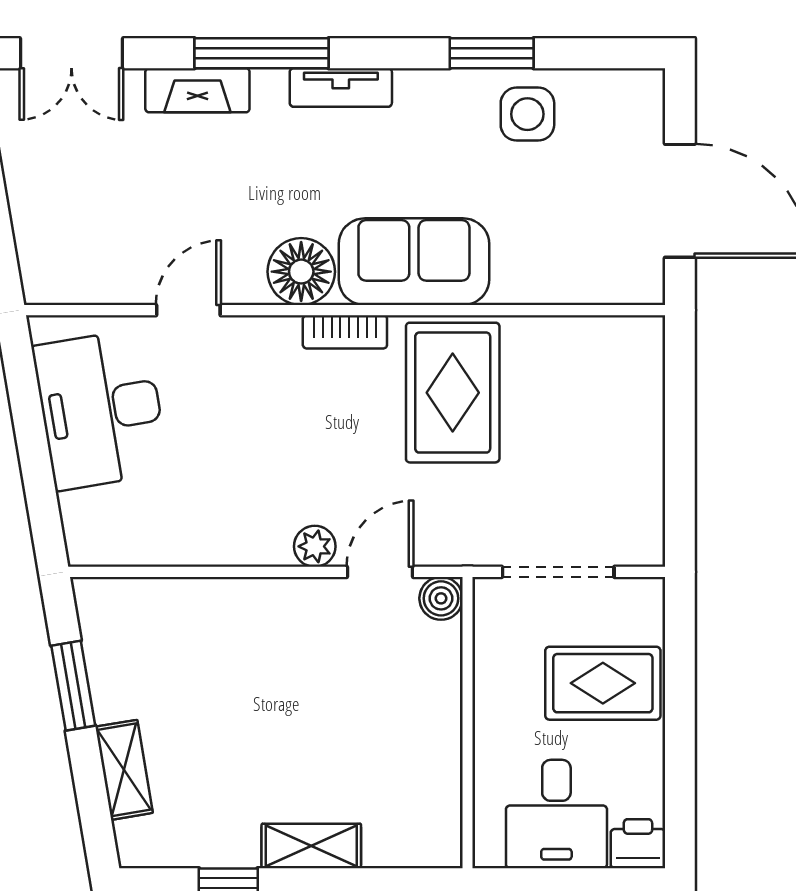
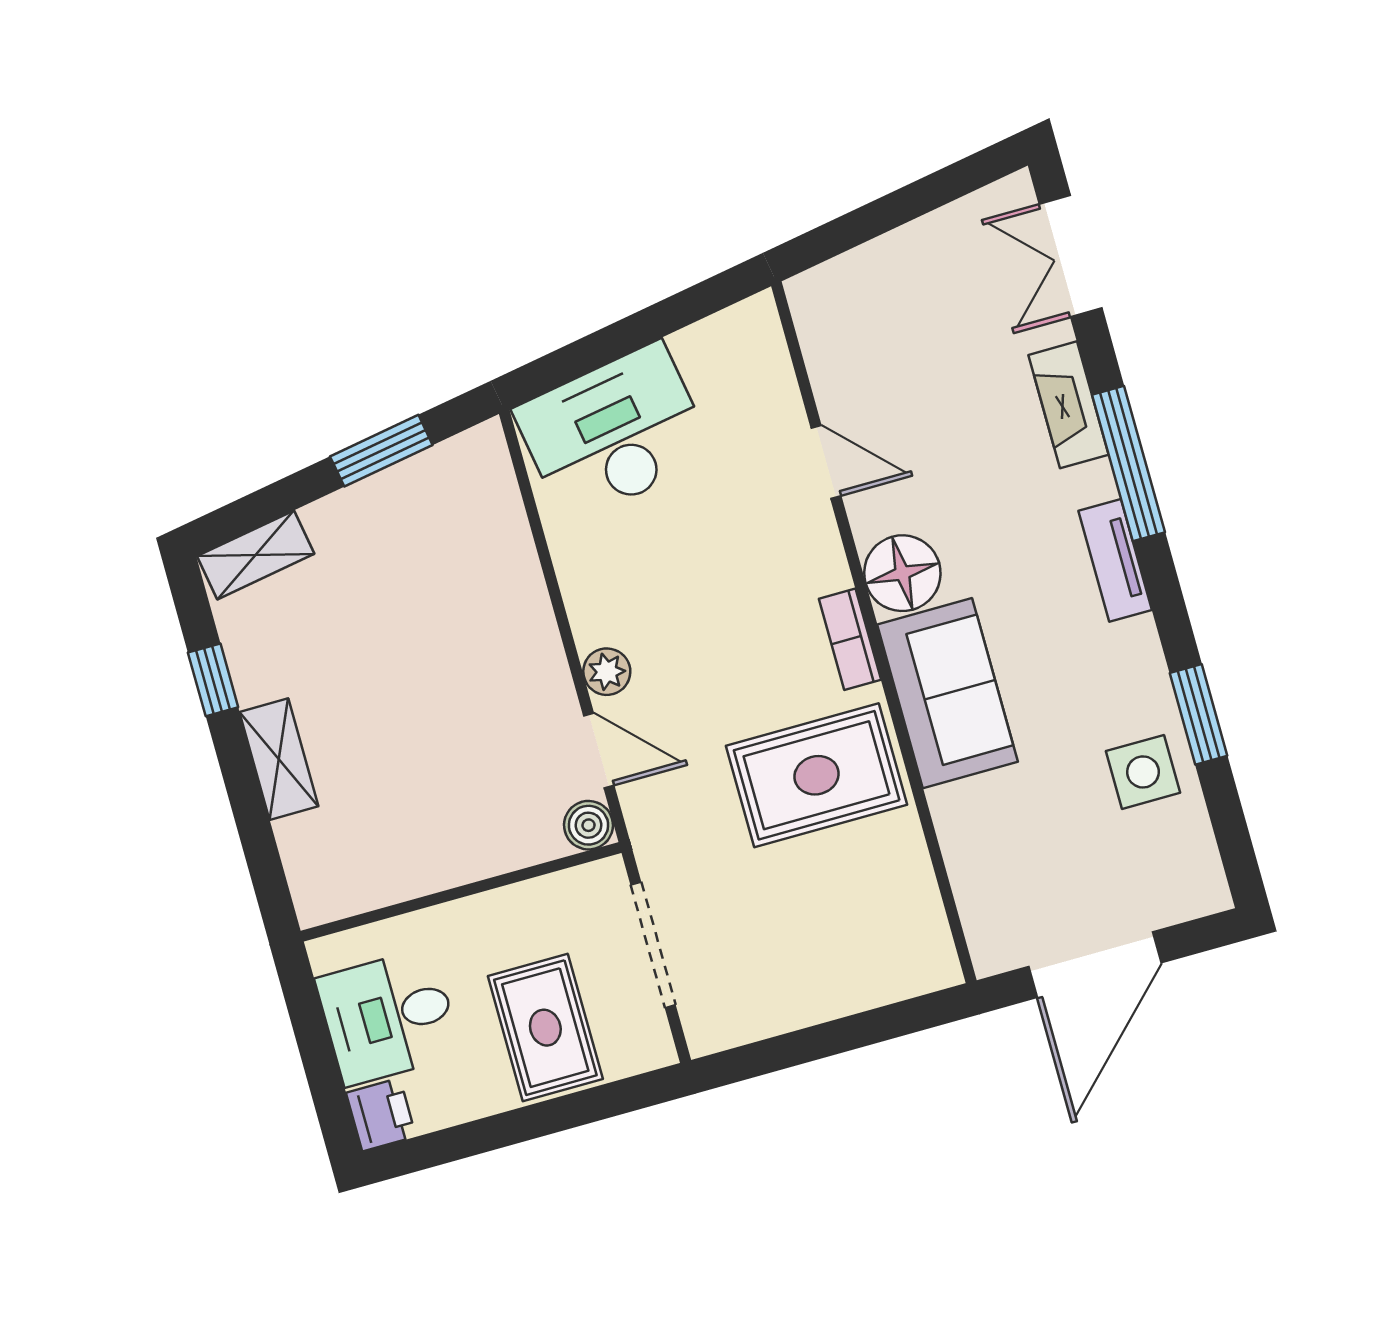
desk: (101, 409) -> (614, 433), moved
shelving: (124, 770) -> (256, 555), moved

